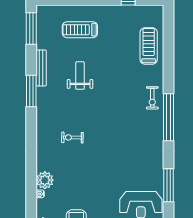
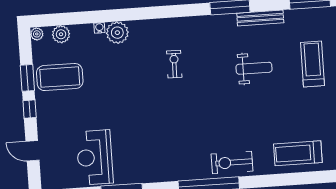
treadmill: (149, 46) -> (298, 153), turned 180
exercise bike: (152, 98) -> (232, 163), width x1.38, depth x1.39

